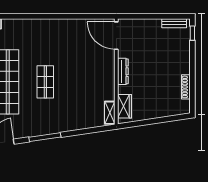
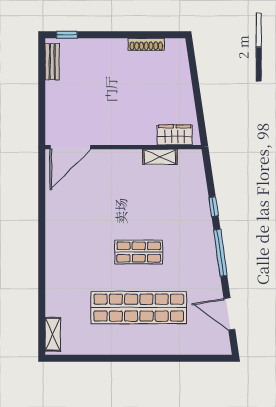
dresser: (123, 71) -> (123, 137), removed
shelving: (110, 113) -> (160, 157), moved
window: (76, 132) -> (214, 207), added

